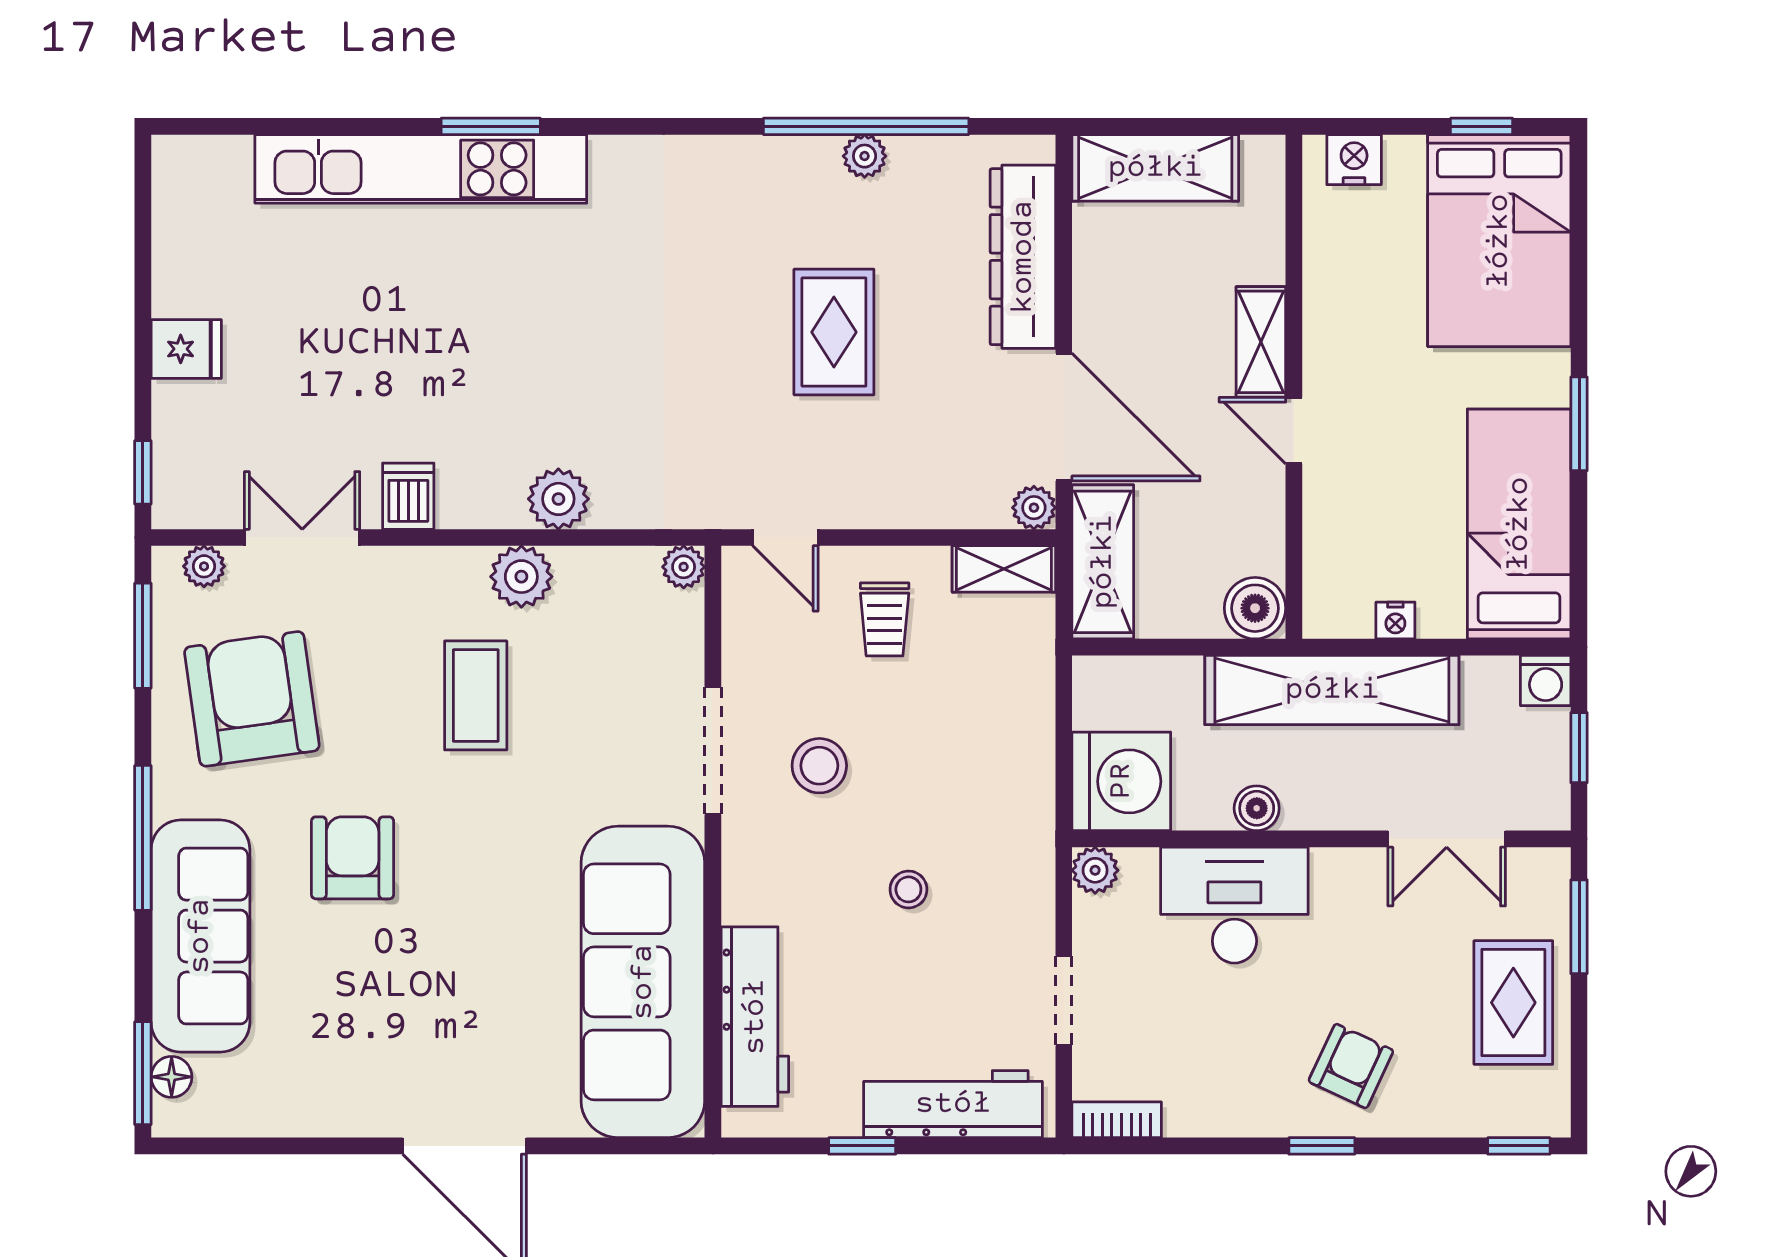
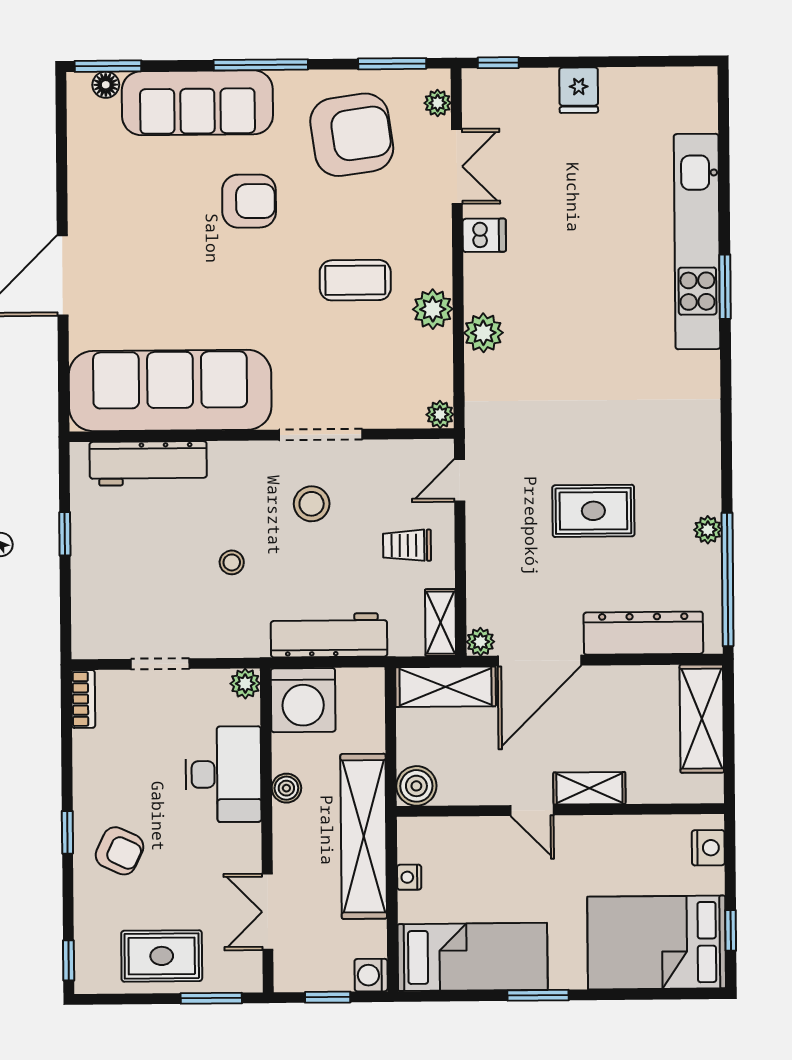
window: (866, 126) -> (728, 579), moved
door: (1294, 431) -> (532, 810), swing flipped
workbench: (953, 1104) -> (329, 635), moved, turned -90

